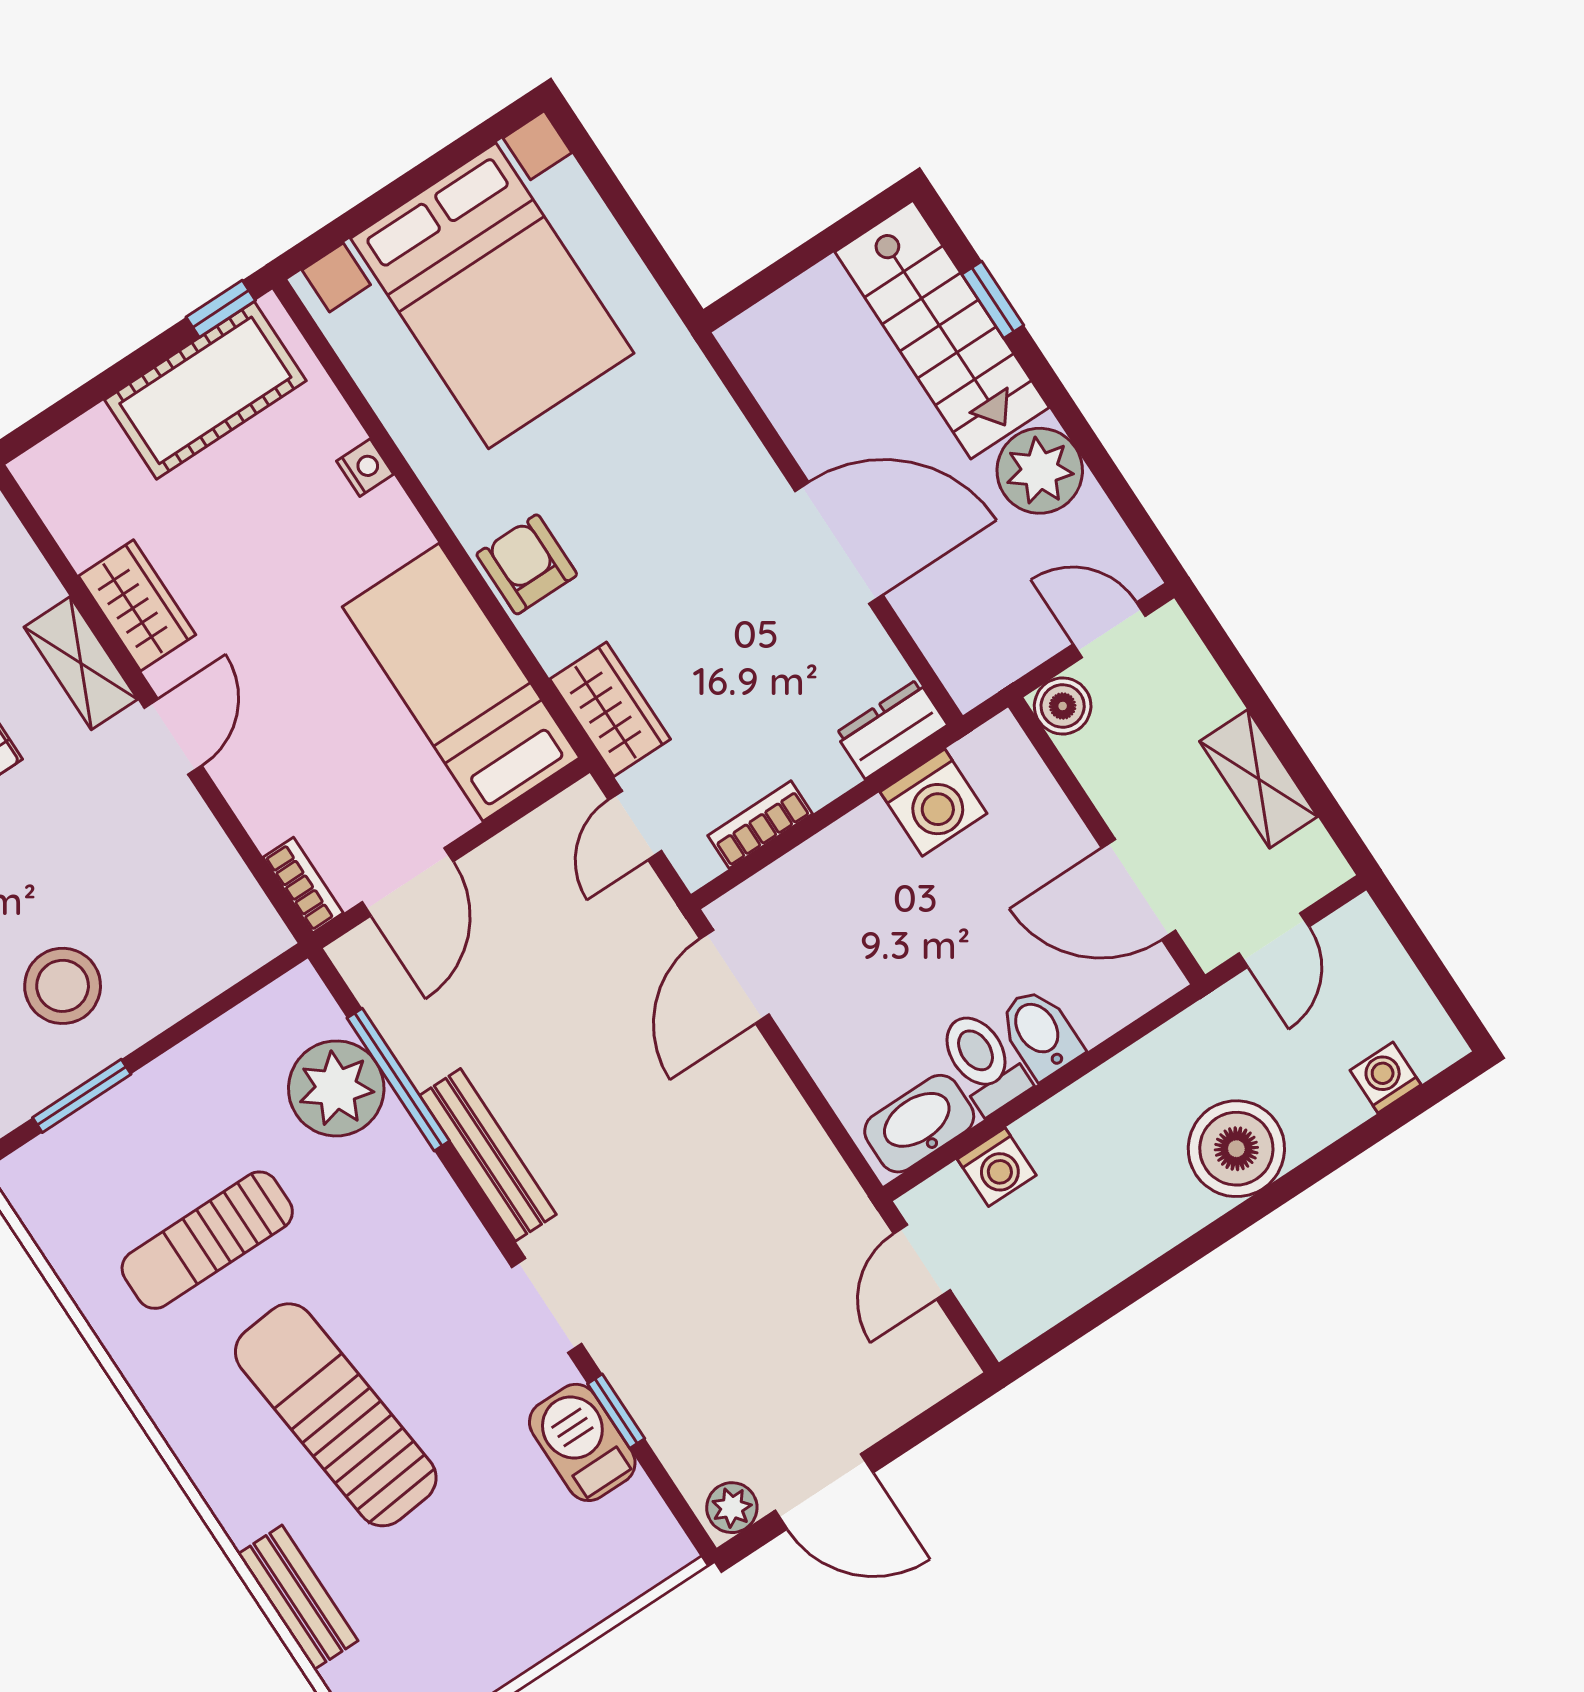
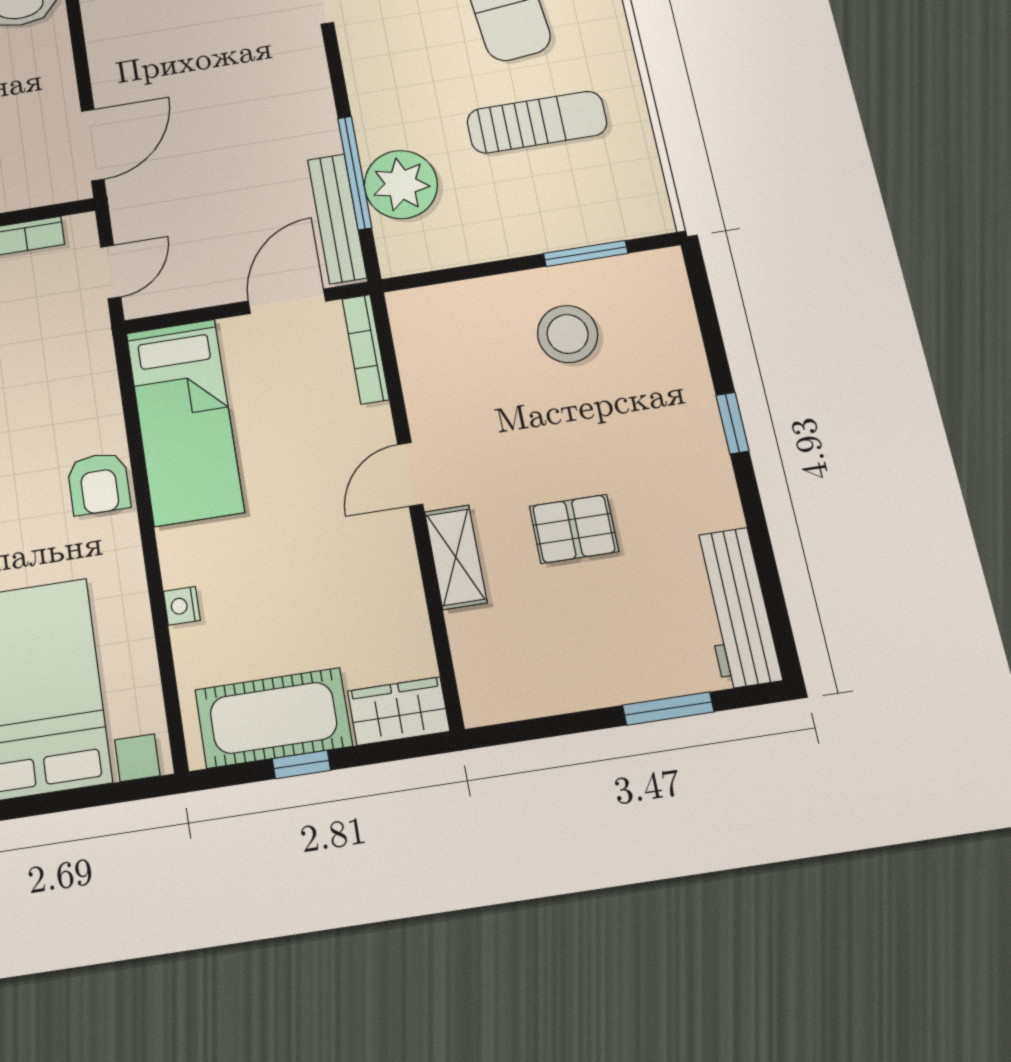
window: (221, 309) -> (301, 765), moved
wardrobe: (137, 605) -> (399, 711), moved, turned 90
wardrobe: (610, 709) -> (89, 357), removed
bookcase: (303, 885) -> (366, 349), width x1.56
bench: (488, 1155) -> (337, 219), moved

